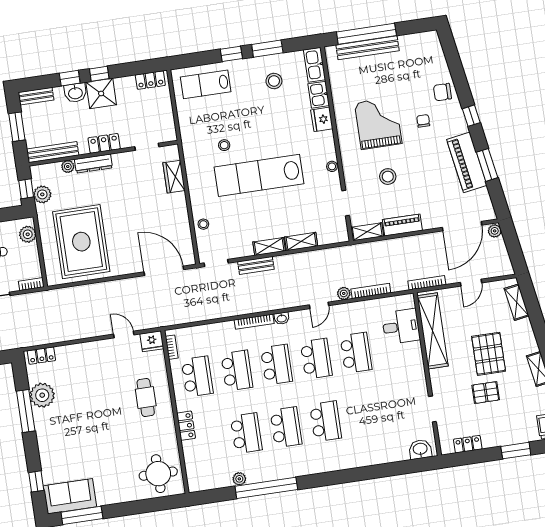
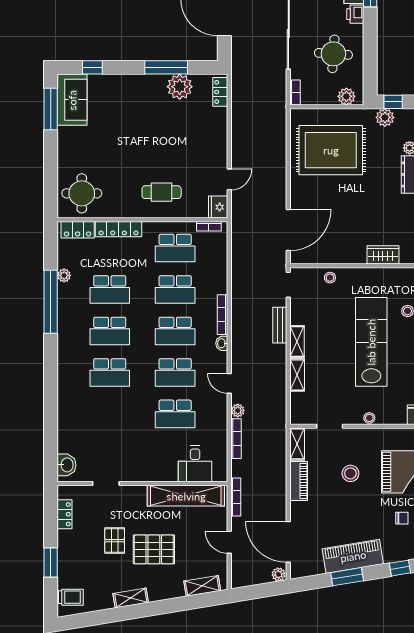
locker: (186, 426) -> (119, 229), width x1.53
locker: (194, 472) -> (78, 230), added

